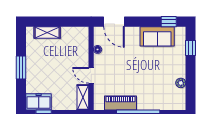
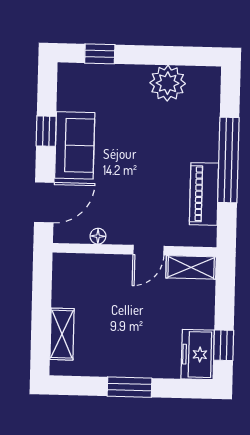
window: (169, 22) -> (46, 131), moved
sofa: (157, 36) -> (75, 145), moved
plant: (181, 83) -> (168, 83), width x1.88, depth x1.88

